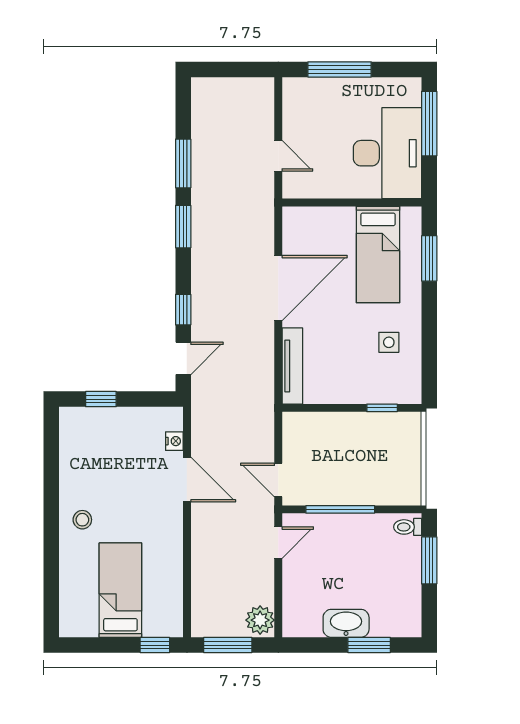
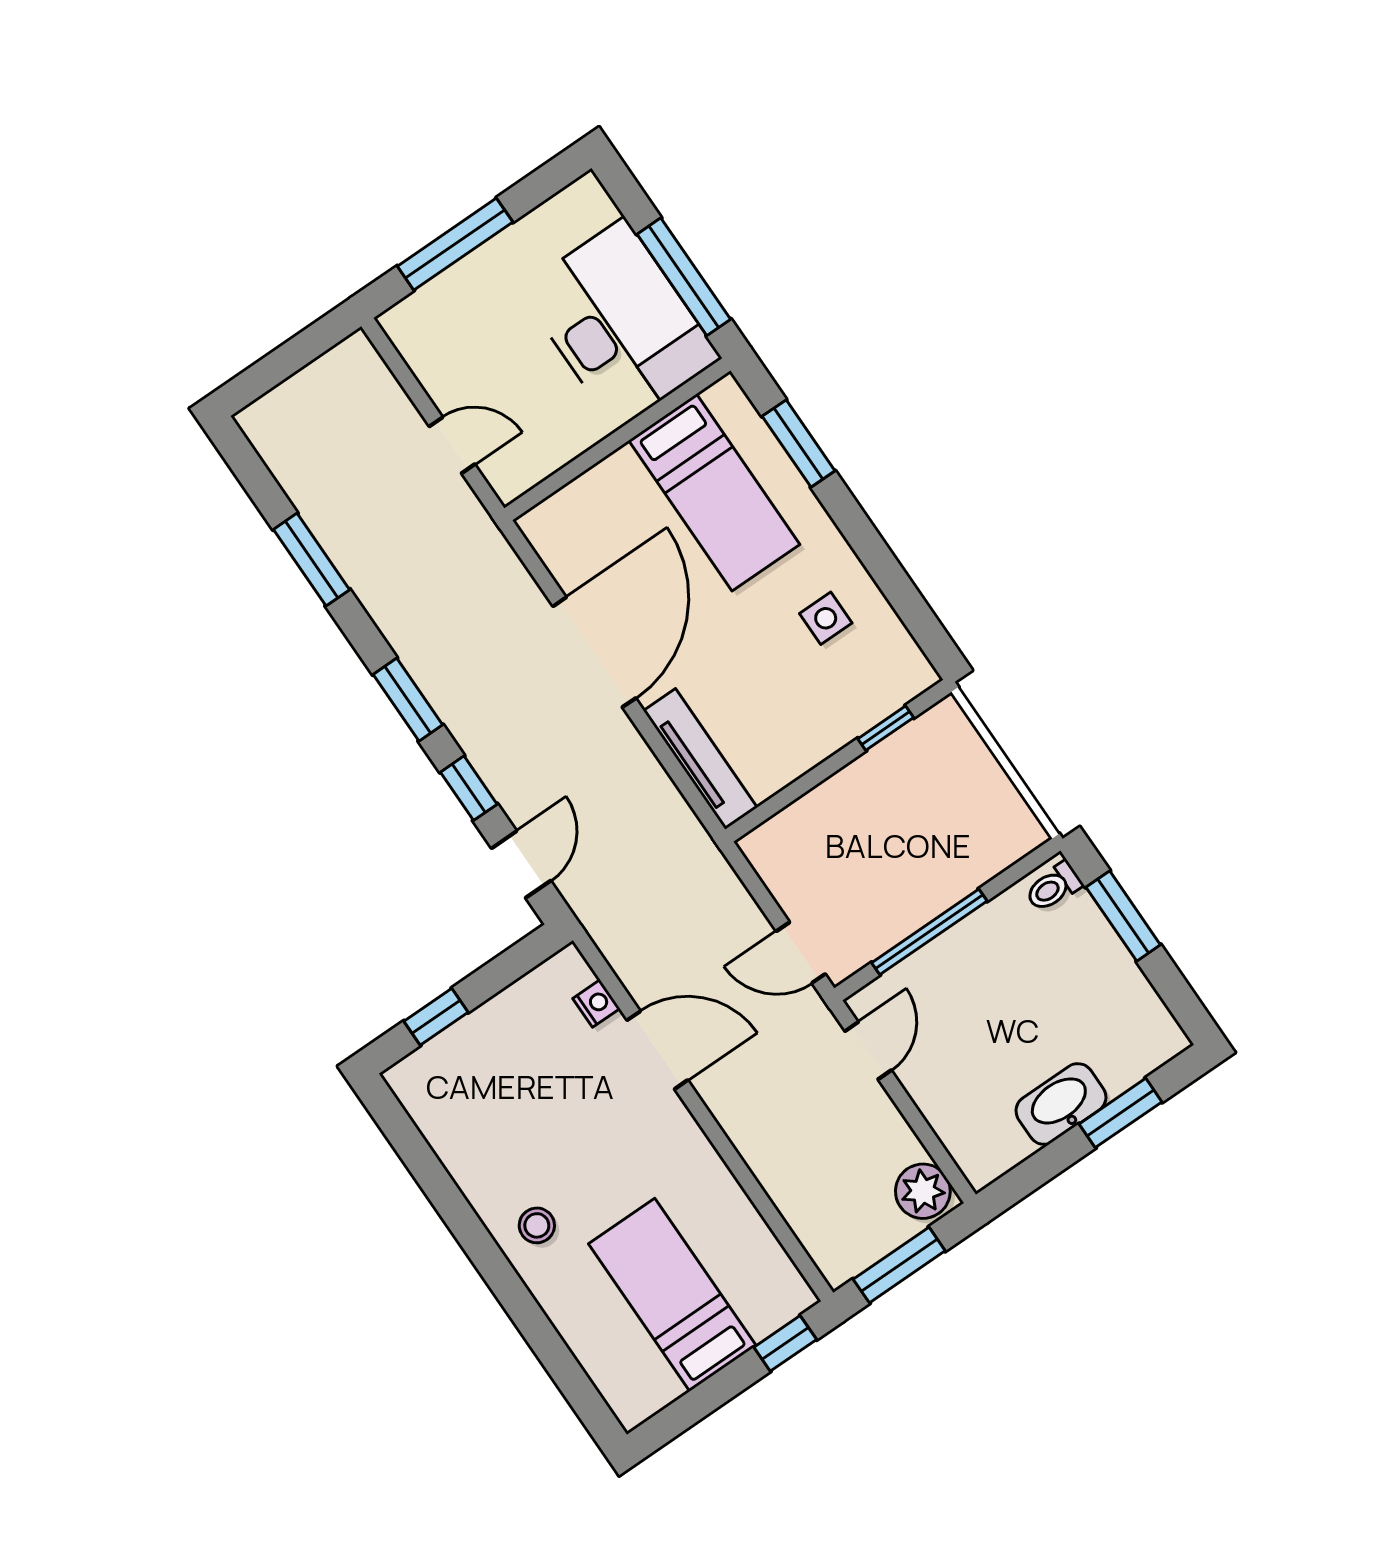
window: (429, 124) -> (684, 277), moved
window: (183, 227) -> (408, 700), moved

